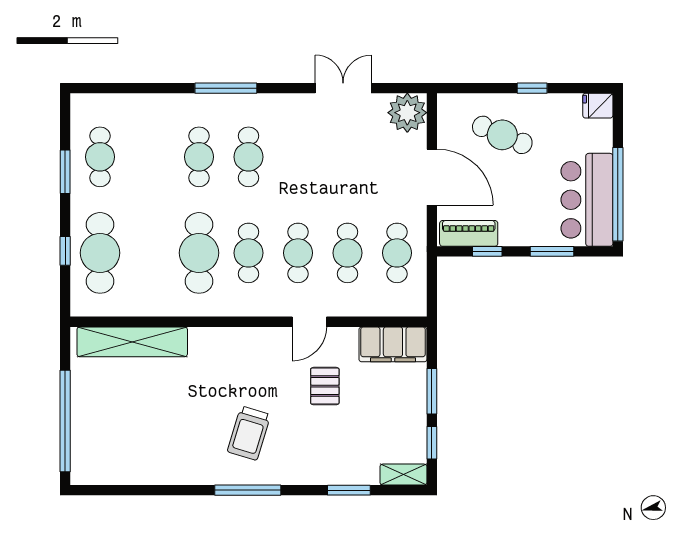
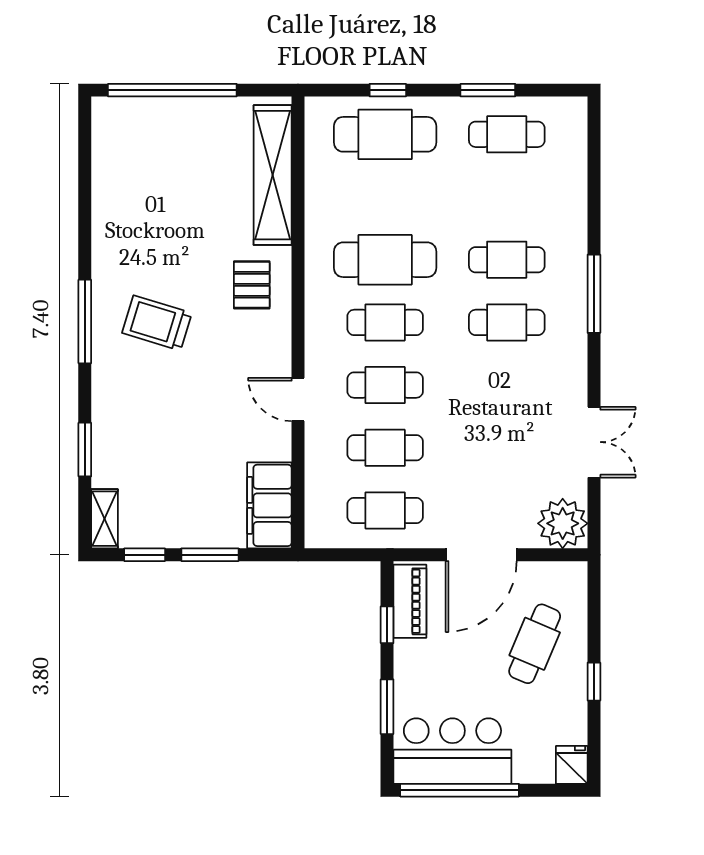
pallet: (325, 386) -> (252, 285), moved, turned 90

